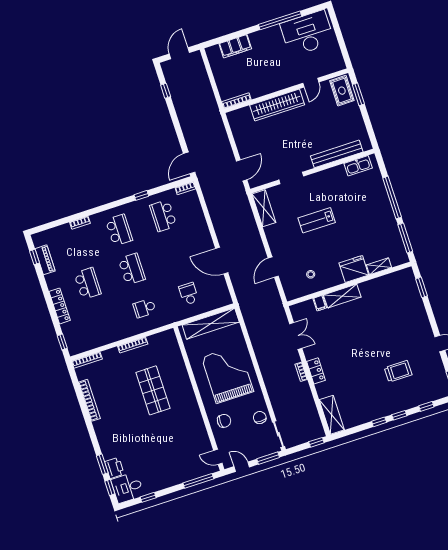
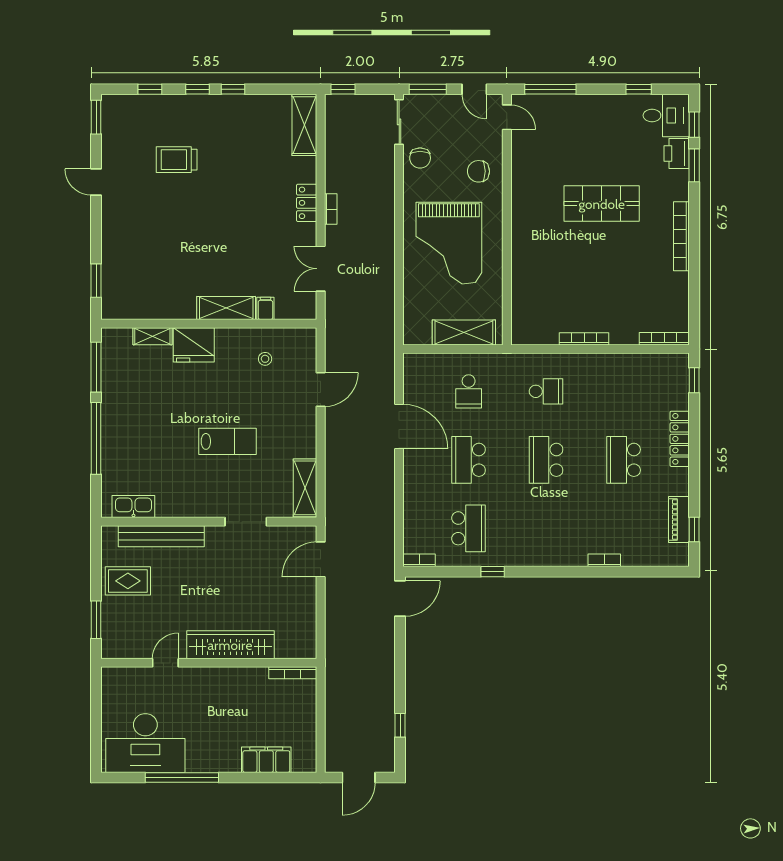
rug: (342, 91) -> (128, 581), moved, turned 90
school desk: (119, 230) -> (469, 460), moved
shelving: (211, 324) -> (464, 333), width x0.68
shop shelf: (153, 390) -> (602, 204), moved, turned 90
bookcase: (89, 400) -> (681, 236), moved

